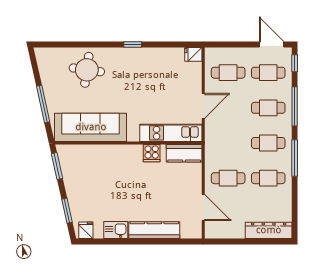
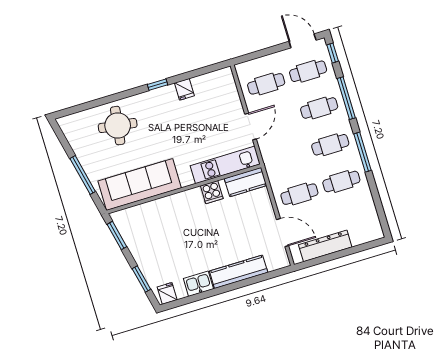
fridge: (193, 54) -> (184, 89), moved, turned -90
dresser: (269, 230) -> (325, 246), moved

